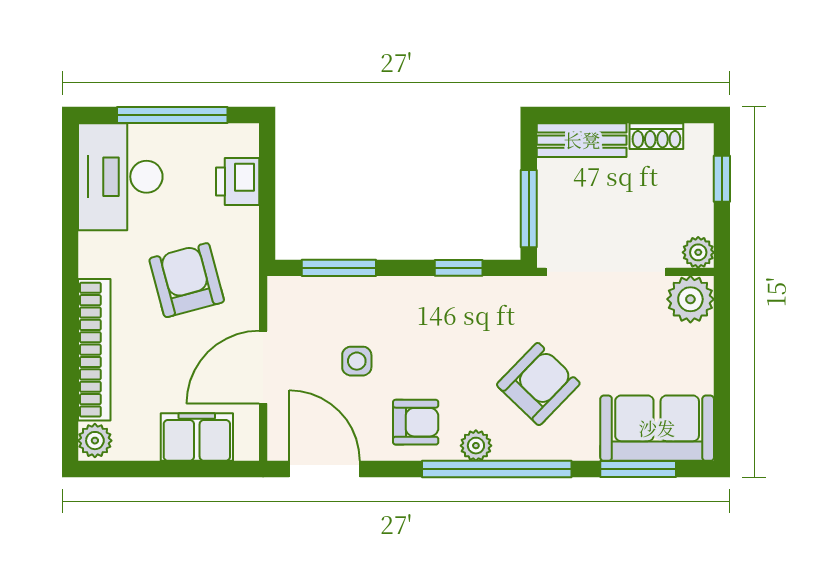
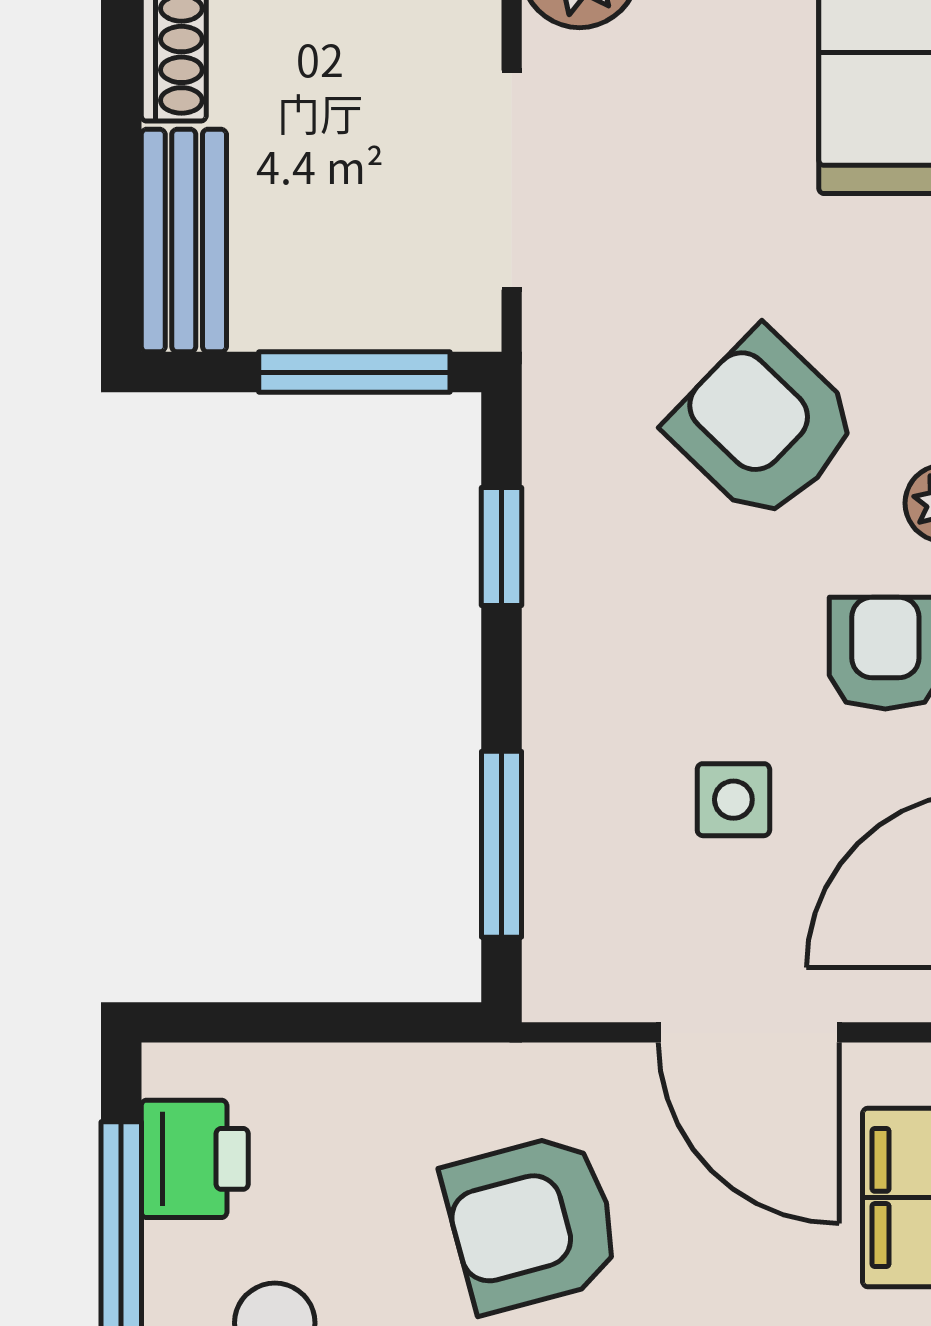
printer: (238, 182) -> (195, 1159), moved, turned -90
doorway: (606, 272) -> (512, 180), width x0.73
armchair: (538, 384) -> (764, 426), moved

